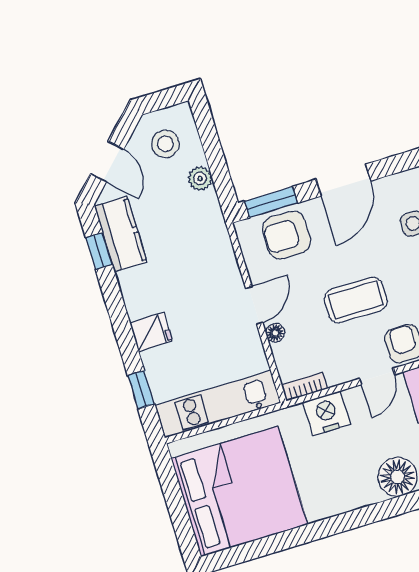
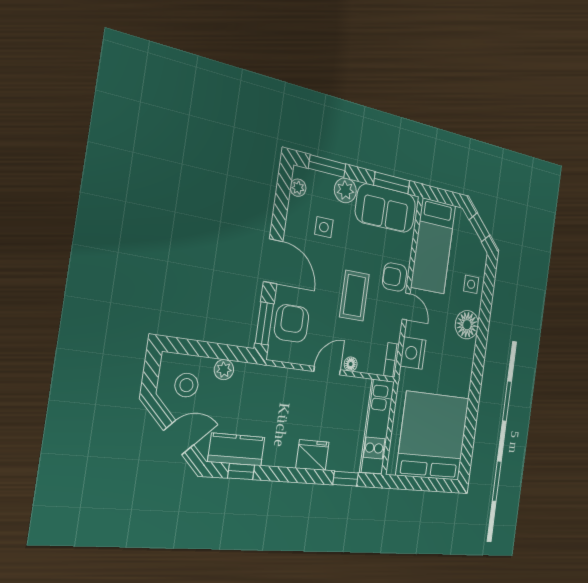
armchair: (287, 235) -> (292, 323), turned 180
door: (254, 305) -> (327, 371), hinge flipped
fridge: (151, 332) -> (312, 455), width x1.38

